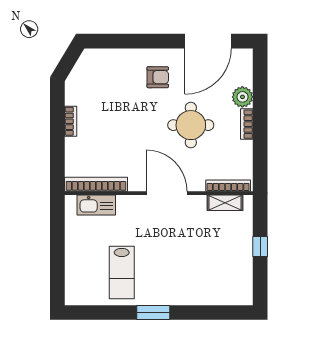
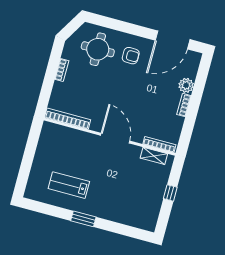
round table: (191, 125) -> (98, 49), moved
kitchen sink: (96, 205) -> (64, 133), removed
lab bench: (122, 273) -> (69, 185), turned 90

